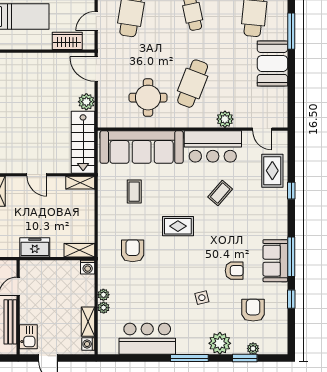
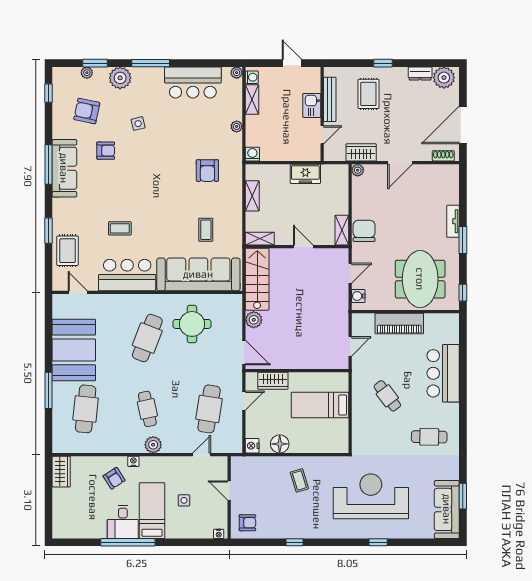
booth: (272, 63) -> (74, 350), width x1.36, depth x1.42
plant: (225, 119) -> (115, 302), removed
window: (291, 191) -> (49, 231), width x1.50
coffee table: (220, 193) -> (120, 228), turned 49
rug: (178, 226) -> (162, 195), removed
shelving: (79, 250) -> (252, 196), moved, turned 90
sofa: (275, 261) -> (64, 168), width x1.36
armchair: (234, 271) -> (106, 151), turned 180
window: (291, 299) -> (49, 93), moved
plant: (104, 308) -> (237, 73), moved
armchair: (253, 310) -> (87, 111), turned 102
kitchen sink: (28, 337) -> (312, 105), moved

